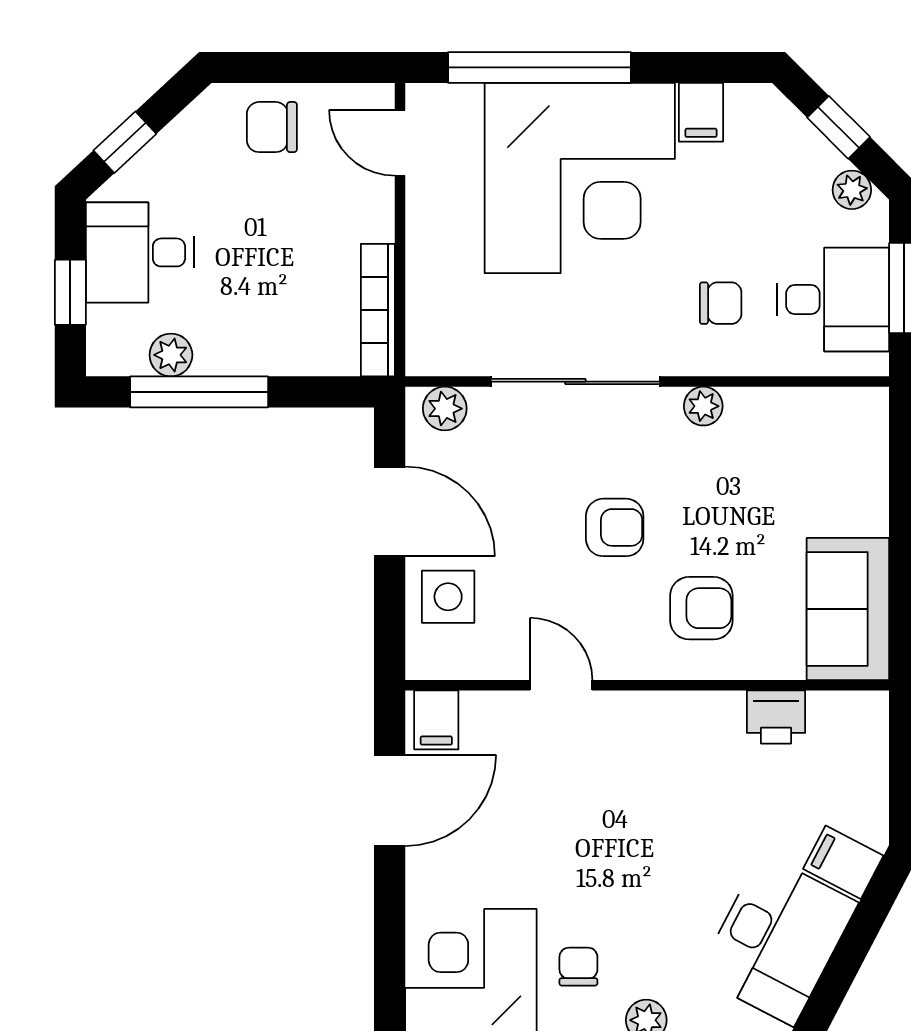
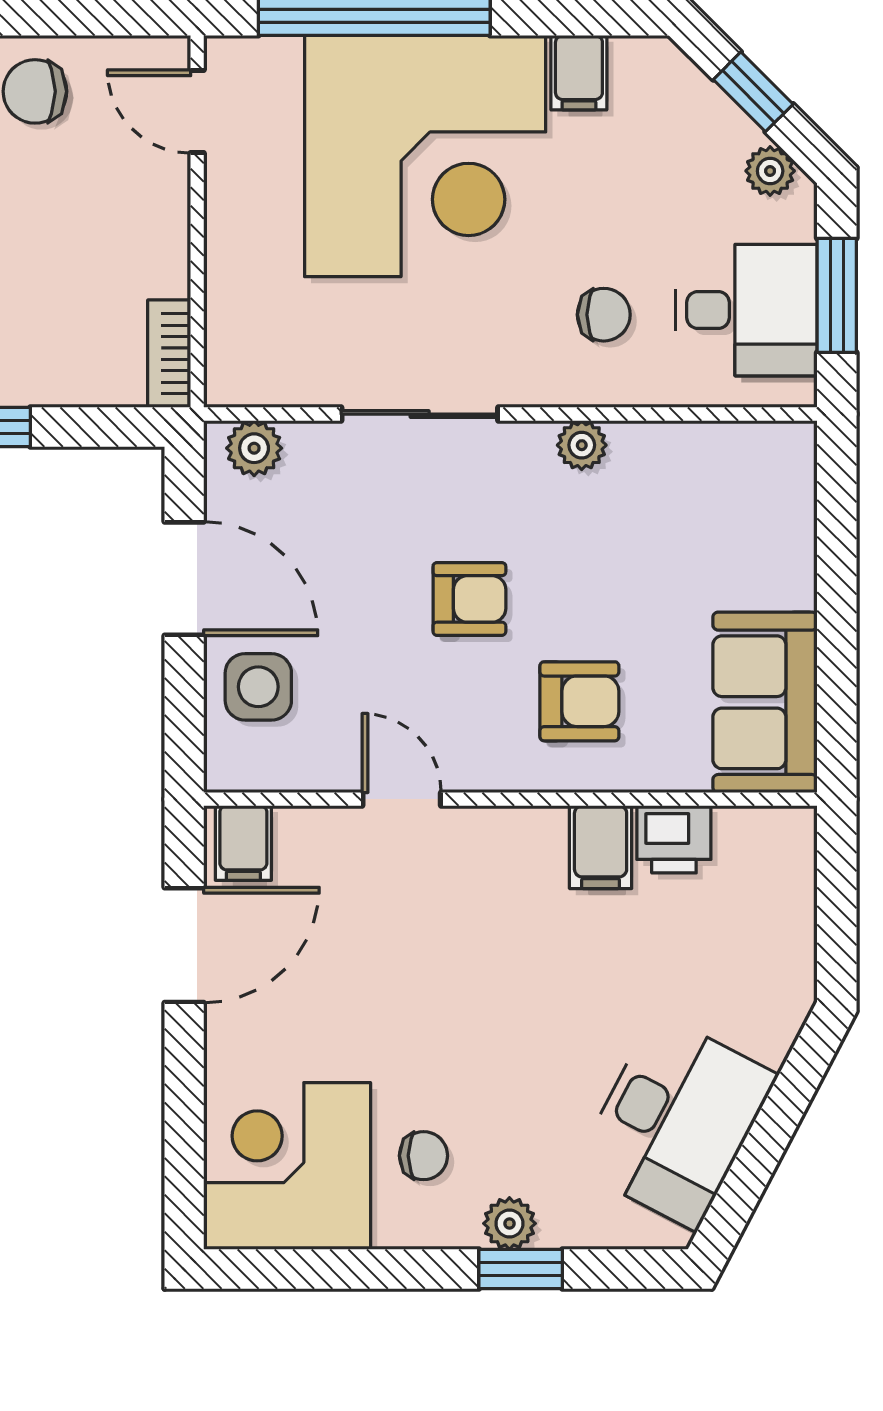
bookcase: (378, 310) -> (169, 354), width x0.64
sliding door: (575, 382) -> (420, 414), width x0.73
filing cabinet: (843, 862) -> (601, 847), moved, turned -118
chair: (578, 967) -> (424, 1156), turned 90

